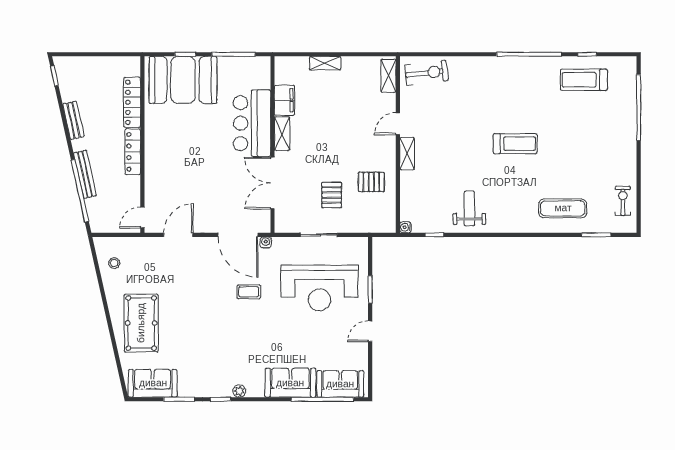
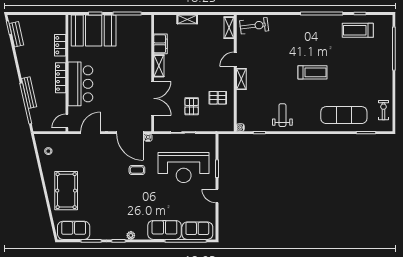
locker: (132, 102) -> (60, 45), width x0.66
bench: (73, 120) -> (16, 34), moved
bar counter: (252, 123) -> (80, 84), moved, turned 180
double door: (273, 183) -> (153, 98), swing flipped
exercise mat: (563, 208) -> (344, 115), width x1.36, depth x1.45
door: (370, 331) -> (217, 196), hinge flipped

